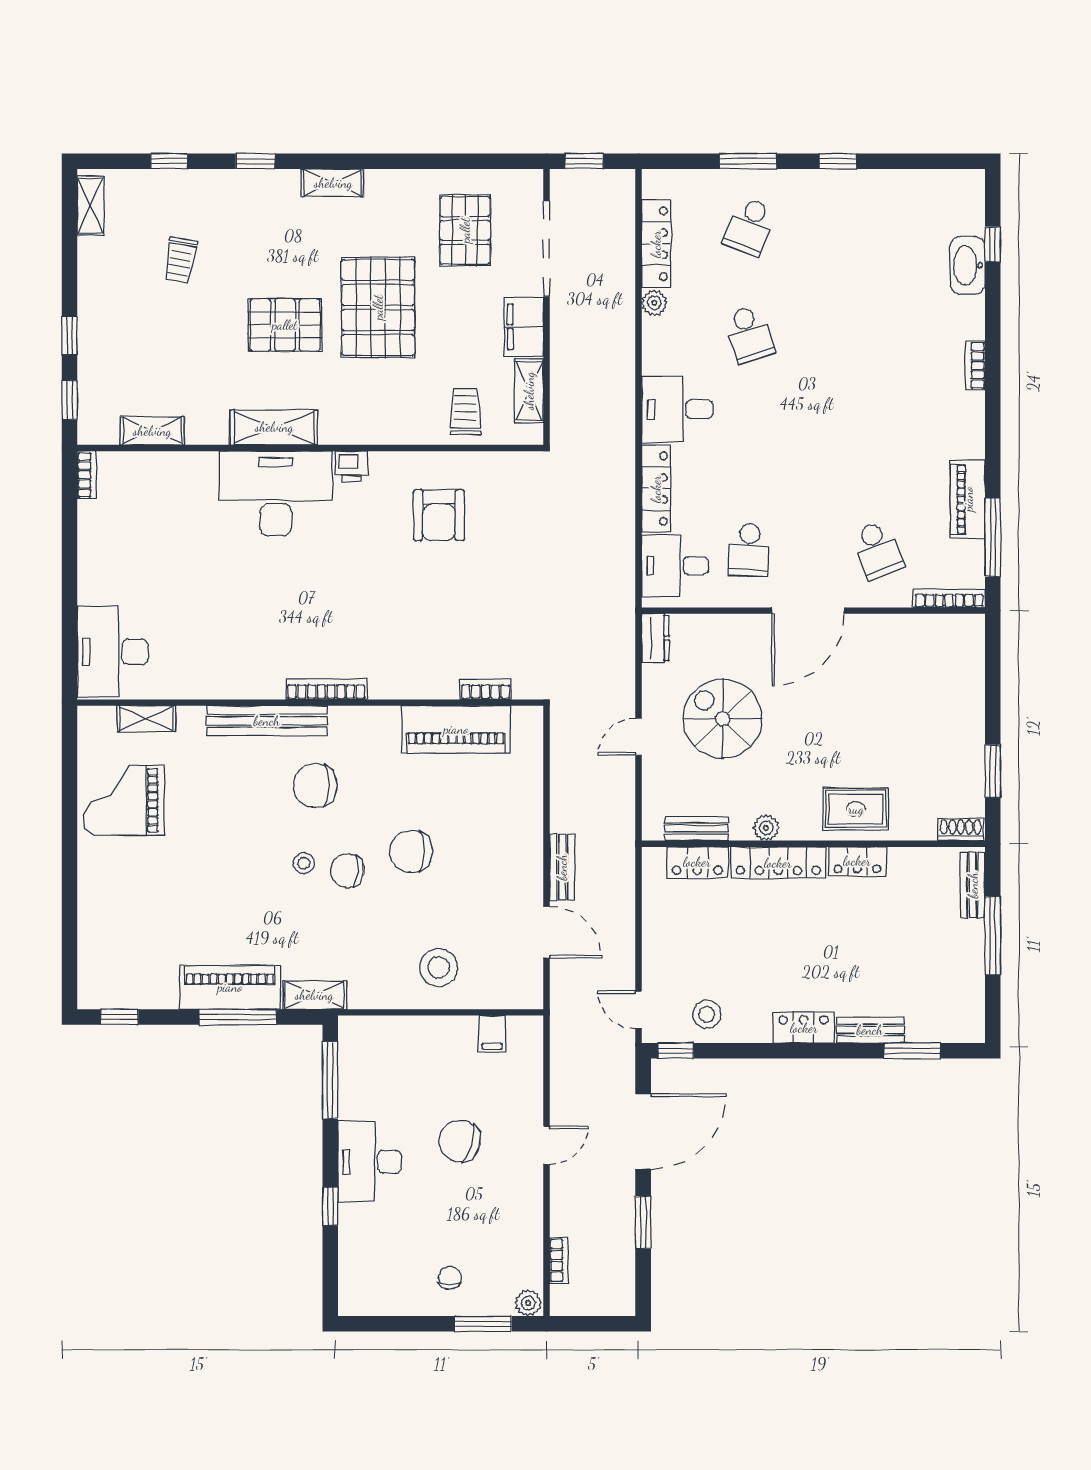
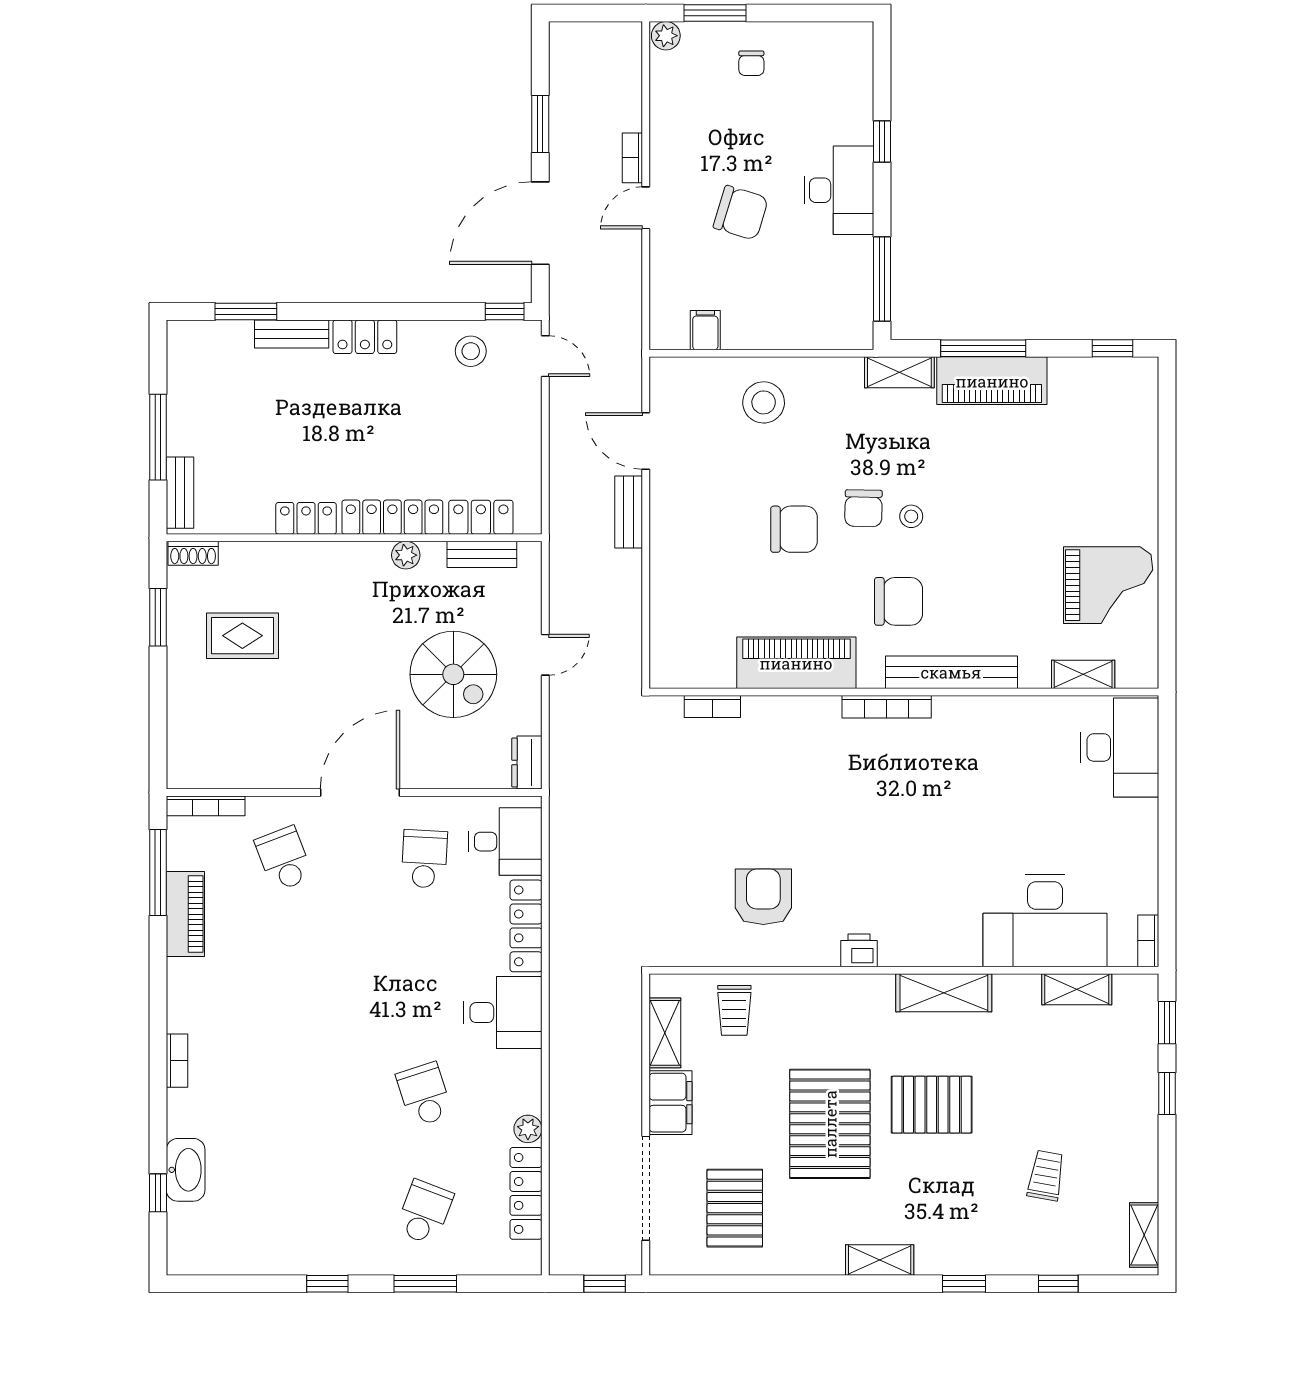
desk: (276, 493) -> (1045, 921), moved
piano: (456, 729) -> (796, 663), moved
rug: (856, 809) -> (242, 636), moved
chair: (347, 871) -> (863, 508), turned 86
bookcase: (559, 1260) -> (632, 158), moved

